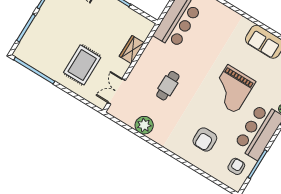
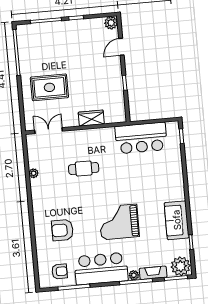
plant: (144, 125) -> (34, 173), width x0.53, depth x0.53

